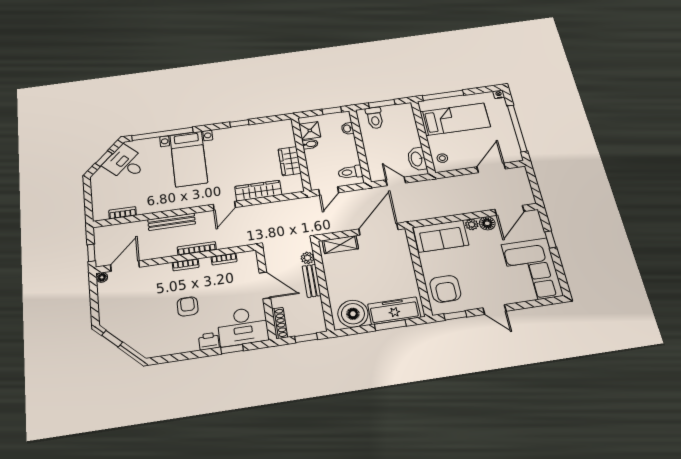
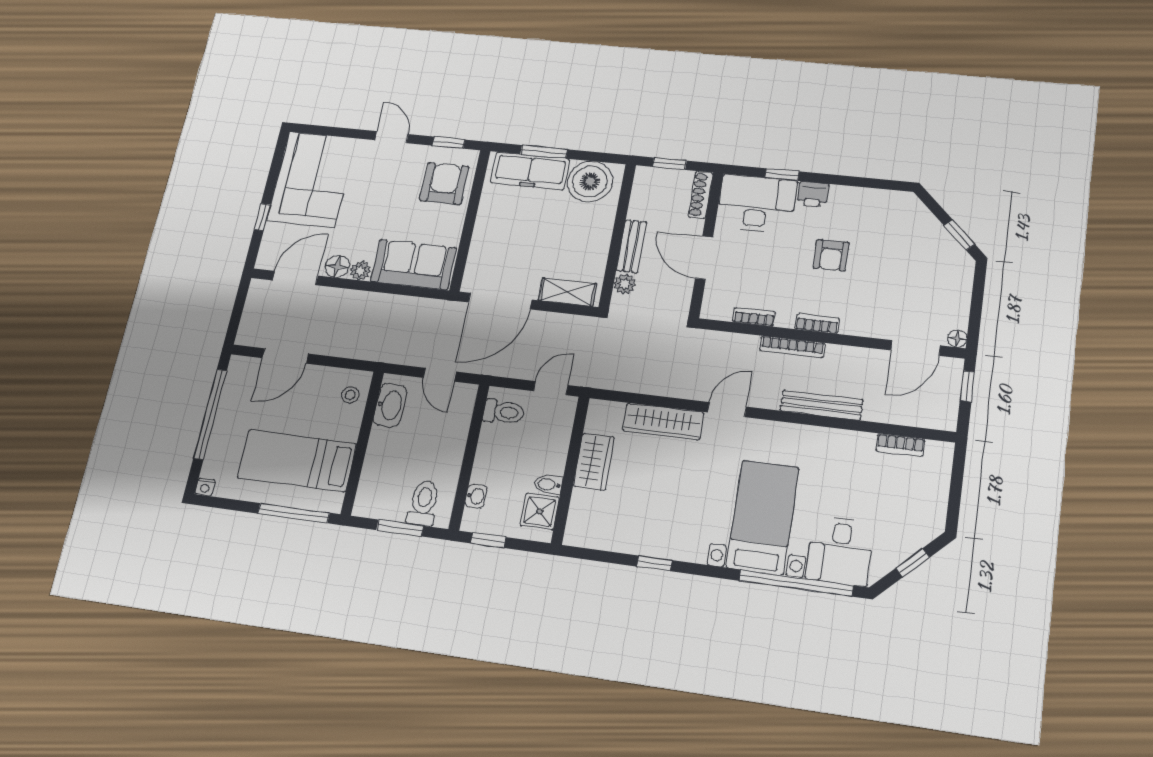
desk: (125, 163) -> (840, 551), moved, turned 45

